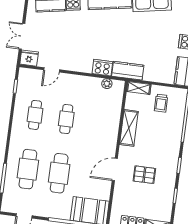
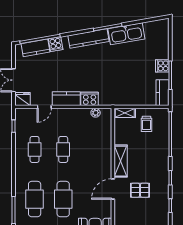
kitchen counter: (128, 71) -> (66, 99), moved
shelving: (129, 128) -> (121, 161), moved

